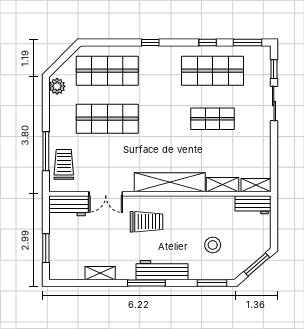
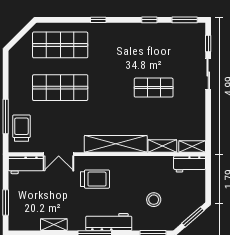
shop shelf: (213, 71) -> (154, 45), removed
plant: (57, 86) -> (16, 59), removed

